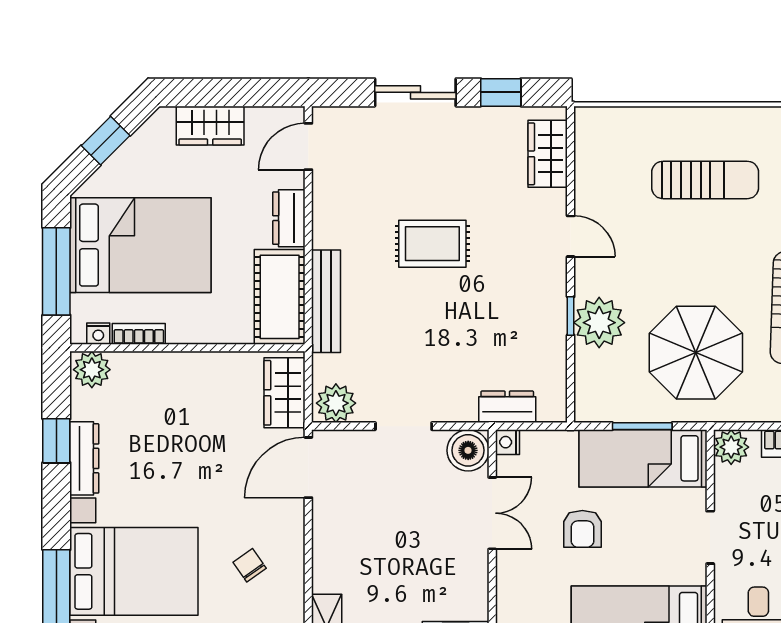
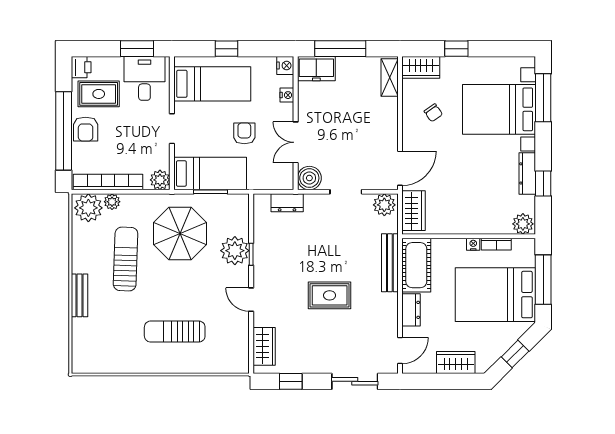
sliding door: (415, 92) -> (355, 381), moved
nightstand: (98, 334) -> (473, 244), moved
nightstand: (508, 442) -> (287, 95), moved

